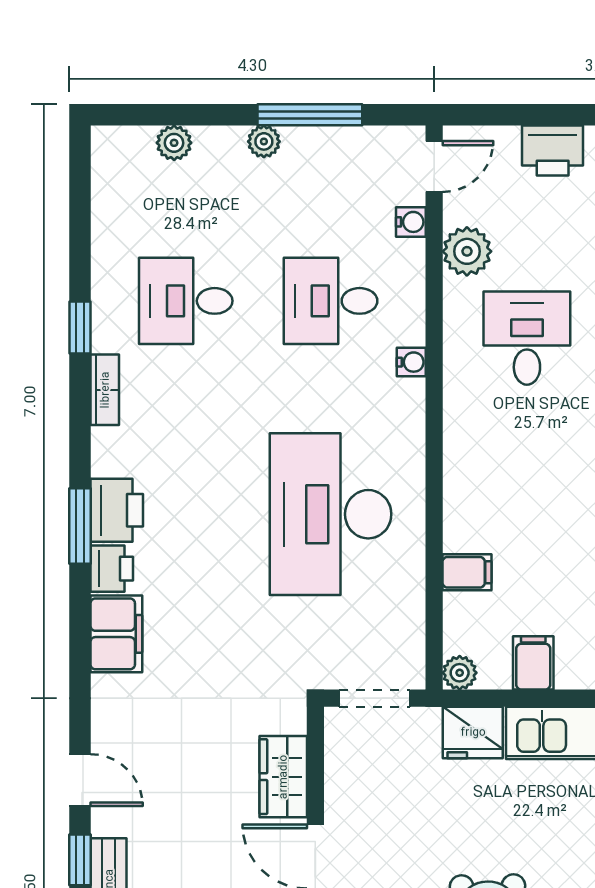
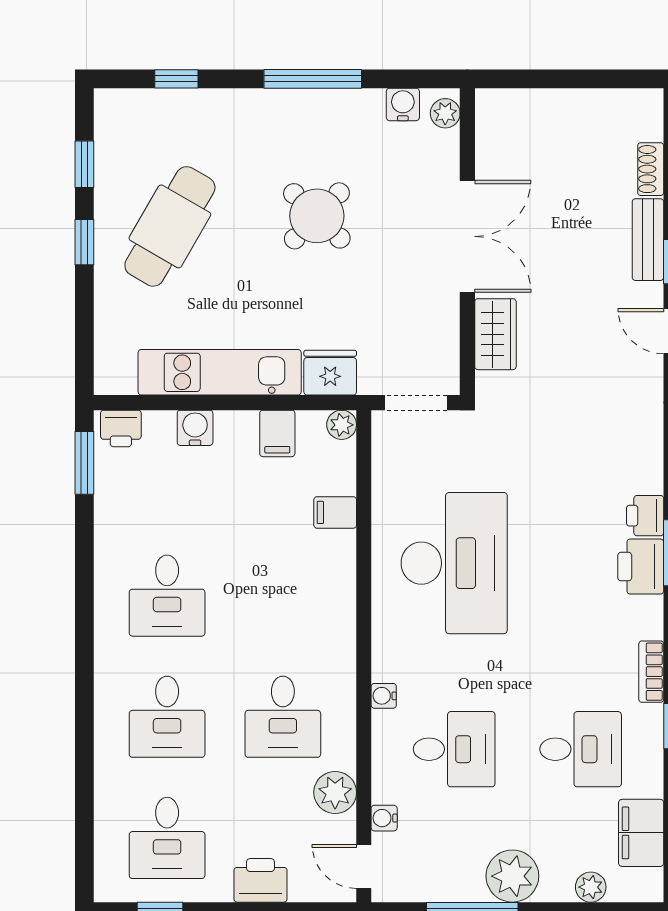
plant: (264, 141) -> (512, 876), width x1.87, depth x1.87
door: (434, 167) -> (364, 866), hinge flipped
filing cabinet: (116, 634) -> (641, 833), moved

